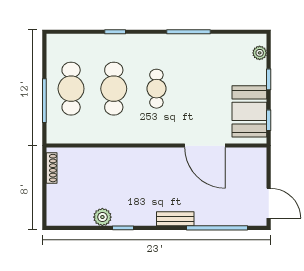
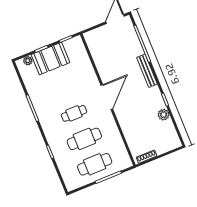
booth: (249, 111) -> (50, 59), moved
door: (205, 146) -> (107, 97), moved
bench: (175, 219) -> (147, 71), width x1.36

